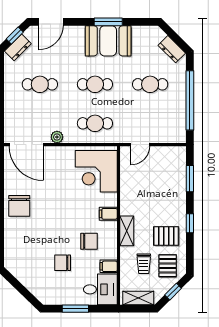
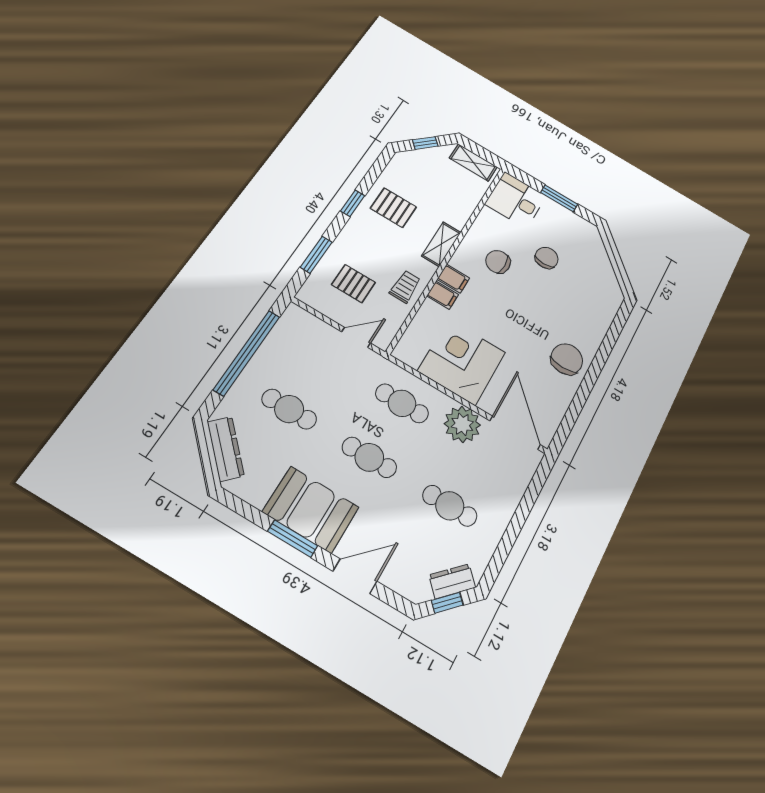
door: (51, 22) -> (355, 576), moved
dresser: (172, 49) -> (226, 449), width x1.44
plant: (57, 137) -> (462, 424), width x1.88, depth x1.88
corner desk: (96, 171) -> (462, 362), moved, turned -90
chair: (63, 263) -> (547, 258), turned -90
trolley: (144, 264) -> (405, 287), moved
filing cabinet: (109, 266) -> (442, 295), moved
pallet: (168, 266) -> (353, 284), moved, turned 90

